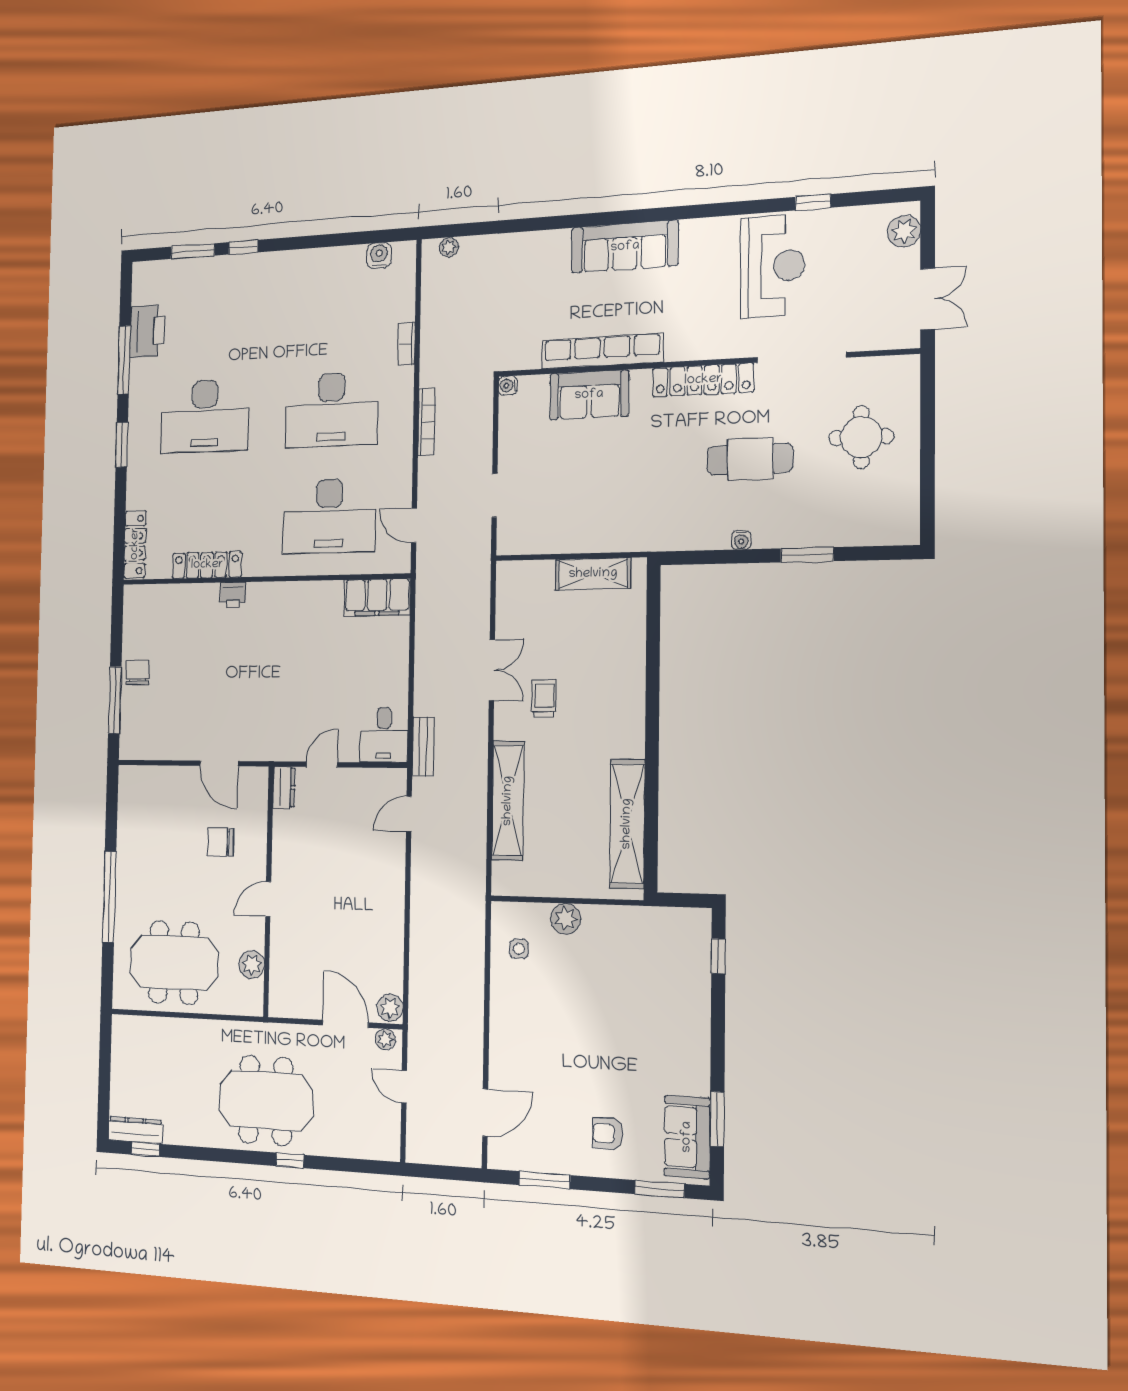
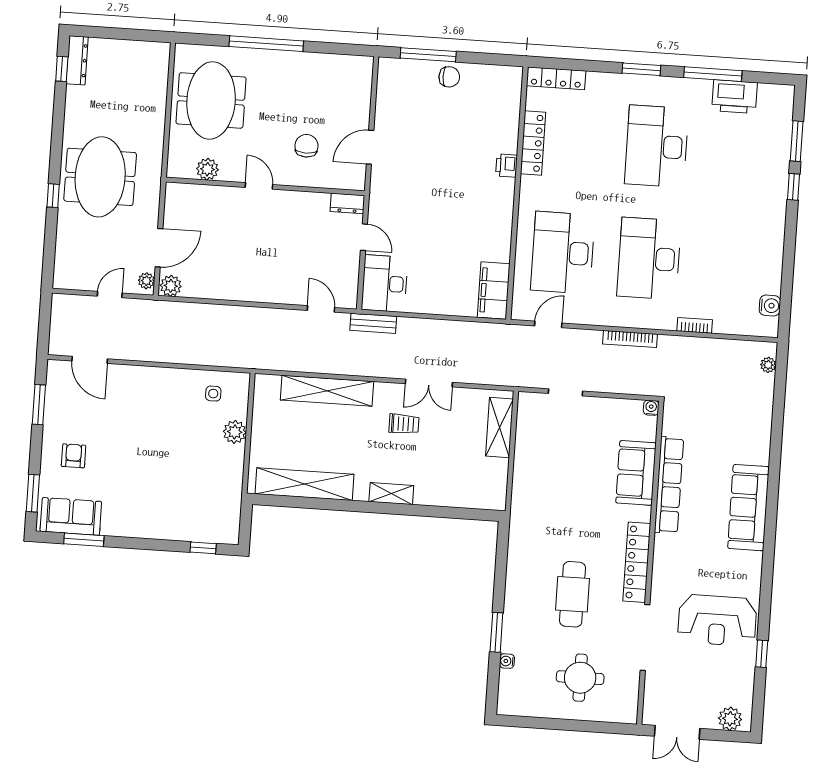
water cooler: (741, 540) -> (507, 661), moved
shelving: (593, 574) -> (500, 428), moved
shelving: (633, 709) -> (391, 494), added
desk: (384, 735) -> (385, 284), width x1.37

